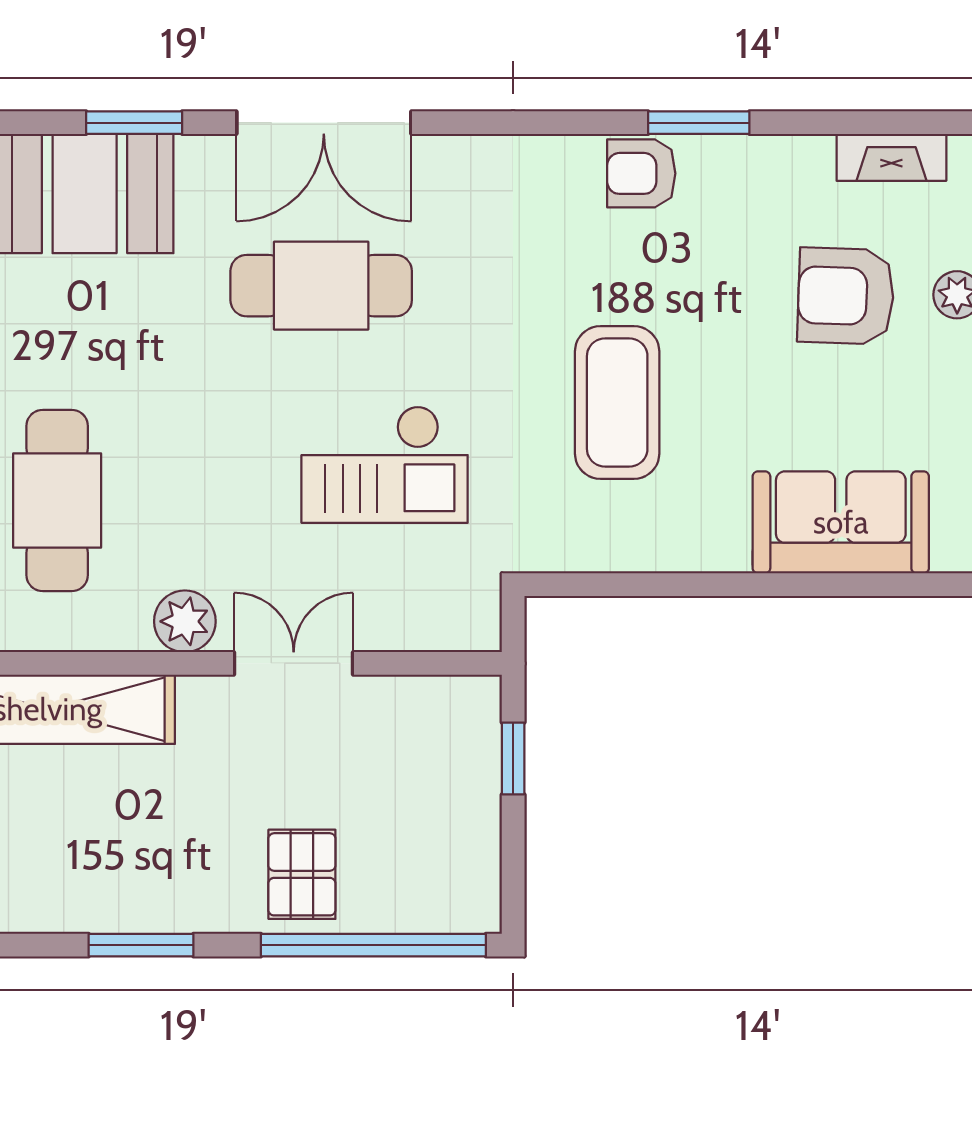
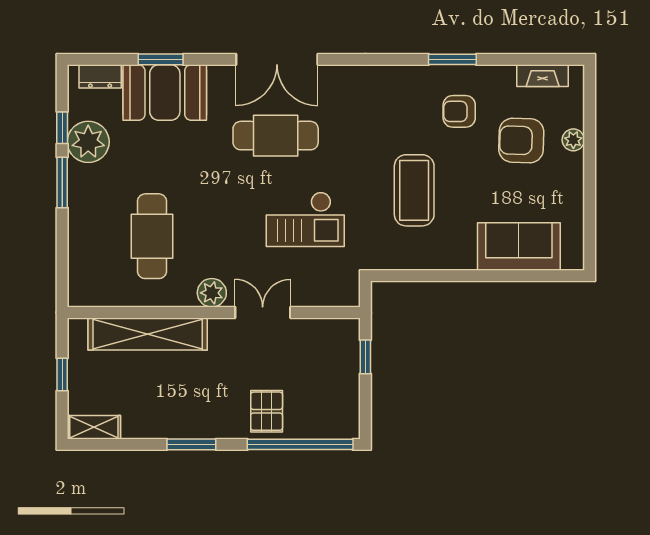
window: (134, 123) -> (161, 59), moved
armchair: (641, 173) -> (459, 111), moved

